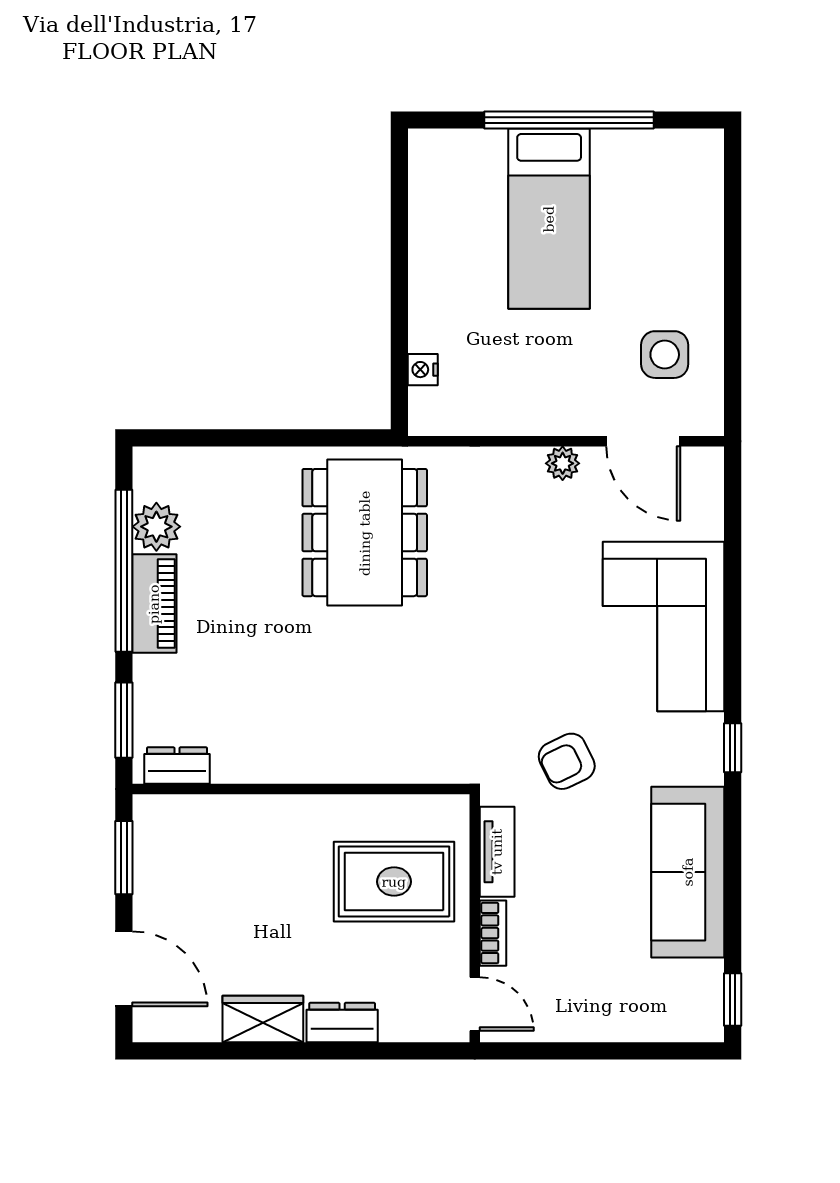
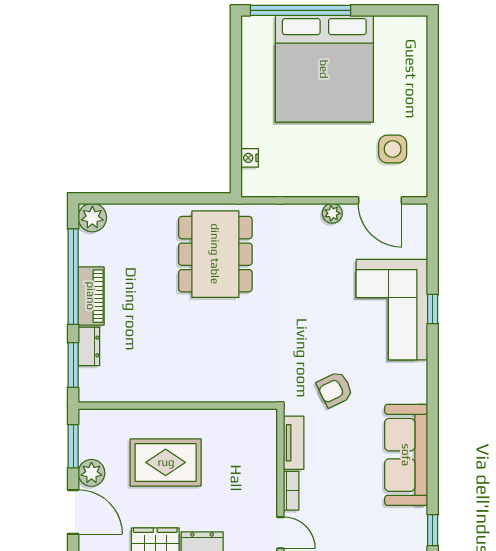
window: (569, 120) -> (300, 10), moved
bed: (549, 219) -> (324, 69), width x2.04
plant: (156, 527) -> (92, 218), moved
window: (733, 748) -> (433, 309), moved
dresser: (177, 766) -> (89, 346), moved, turned 90
rug: (394, 882) -> (166, 462), moved
plant: (155, 903) -> (91, 473), added

